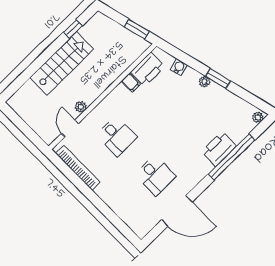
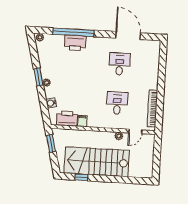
stairs: (62, 63) -> (97, 162), width x1.36, depth x1.51

